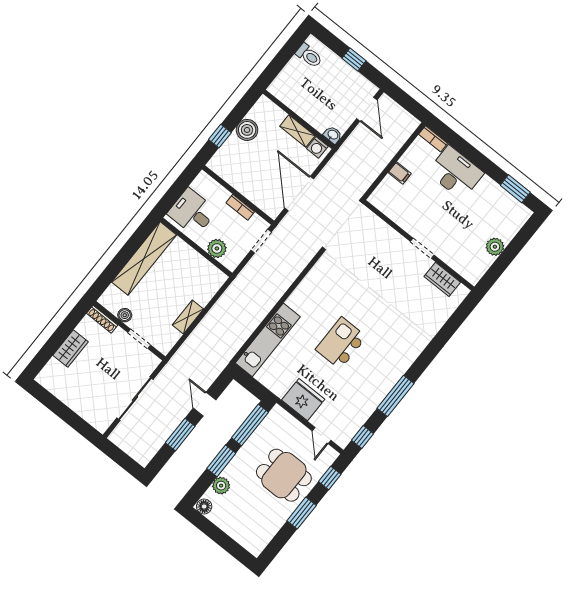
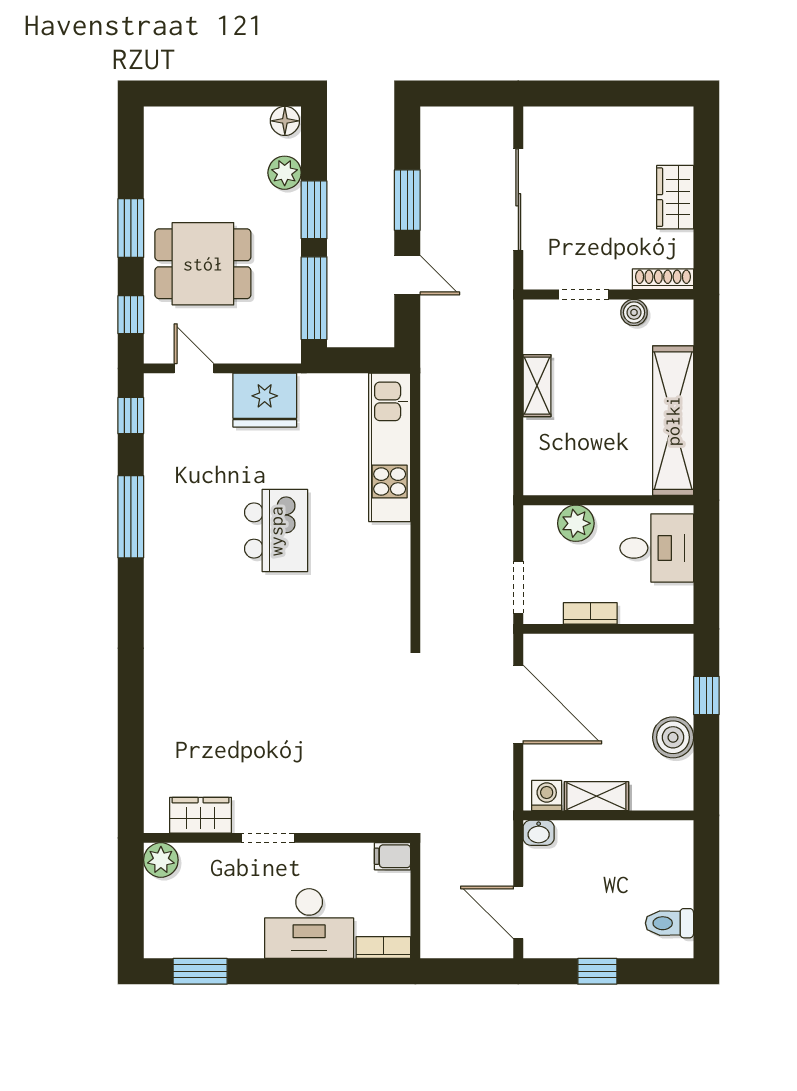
wall: (419, 245) -> (277, 838), moved
doorway: (422, 248) -> (268, 838), moved
wardrobe: (442, 279) -> (201, 815), moved

